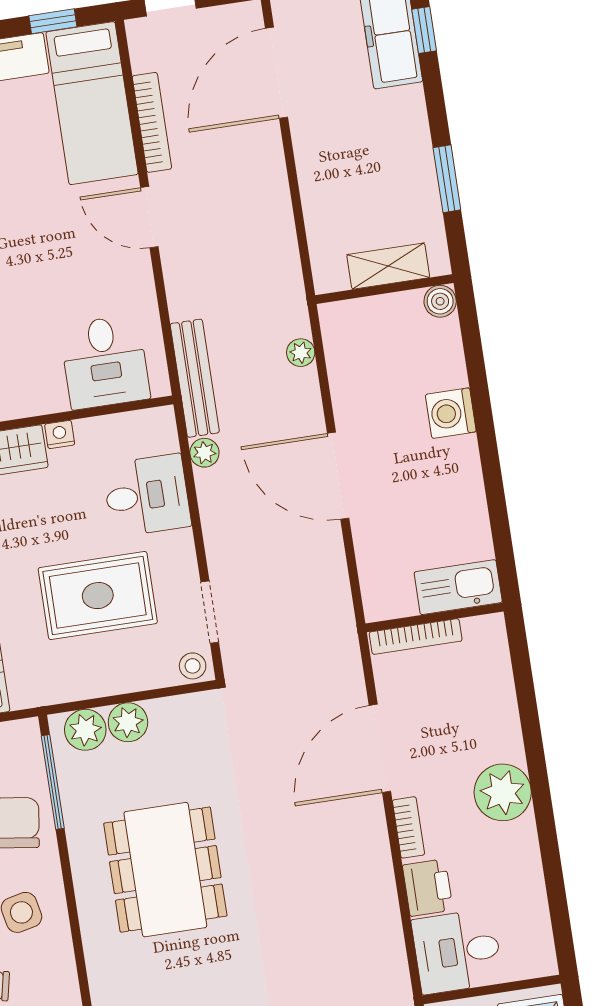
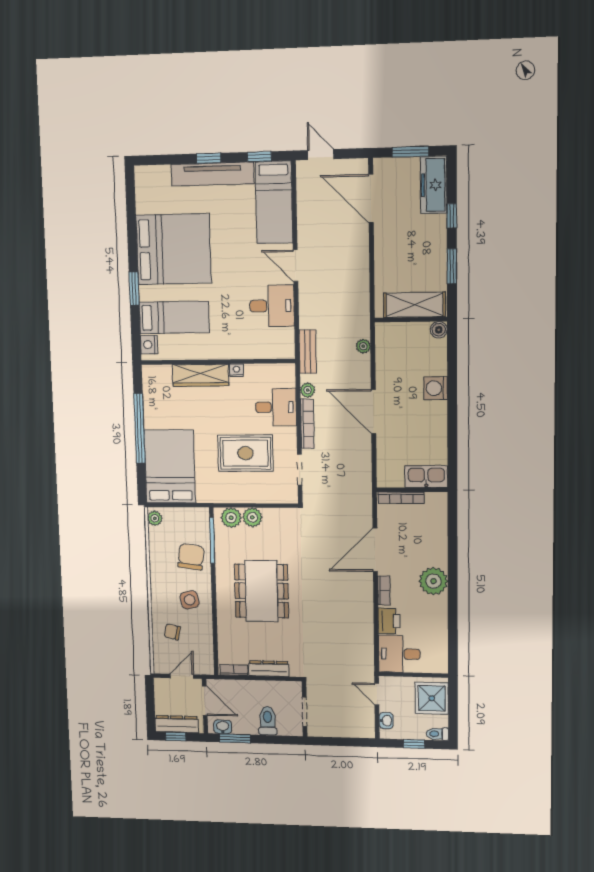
window: (424, 30) -> (452, 216), moved
door: (277, 73) -> (371, 199), hinge flipped
bookcase: (152, 122) -> (307, 424), moved
shelving: (388, 266) -> (415, 305), width x1.50, depth x1.33
desk: (105, 362) -> (272, 306), moved, turned -90
bench: (195, 378) -> (308, 352), width x0.73
stool: (193, 666) -> (288, 495), removed

